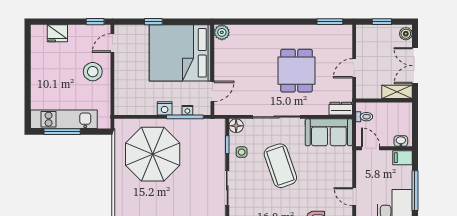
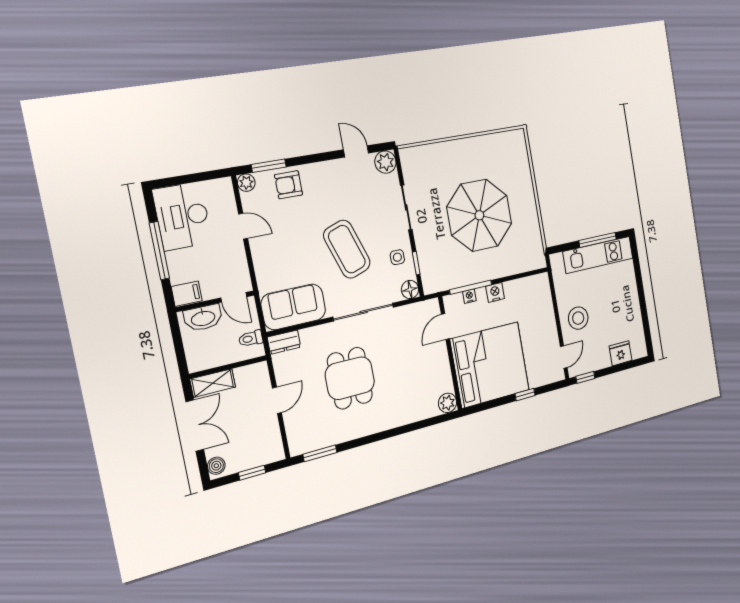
washbasin: (401, 141) -> (203, 318), width x1.91, depth x1.45
parasol: (153, 154) -> (479, 215), moved

